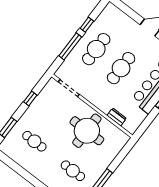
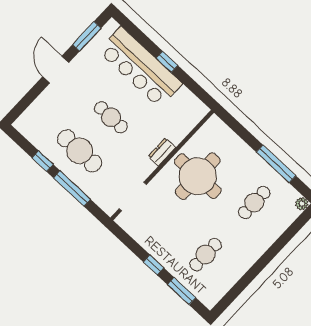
cafe table: (121, 68) -> (111, 117), width x0.73, depth x0.74
window: (30, 99) -> (154, 265), moved
dresser: (117, 117) -> (162, 152), moved

